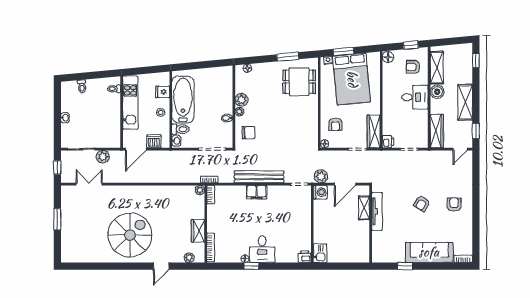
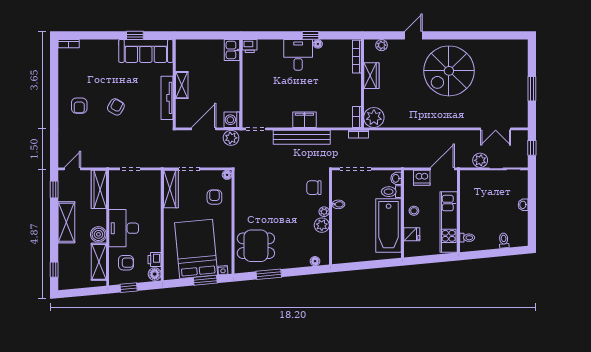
desk: (415, 97) -> (124, 228), width x1.37
printer: (388, 142) -> (155, 260), moved
plant: (200, 190) -> (374, 117), width x1.87, depth x1.87
shelving: (364, 208) -> (182, 85), moved
sofa: (429, 252) -> (146, 51), moved

